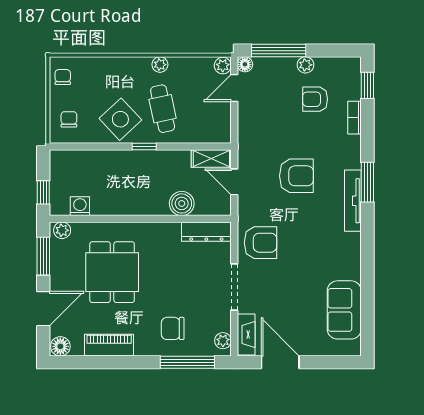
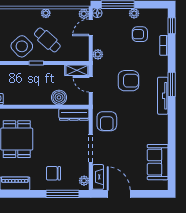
cafe table: (163, 109) -> (47, 40), turned -36
plant: (246, 132) -> (98, 54), added
armchair: (261, 243) -> (107, 121), turned 90

